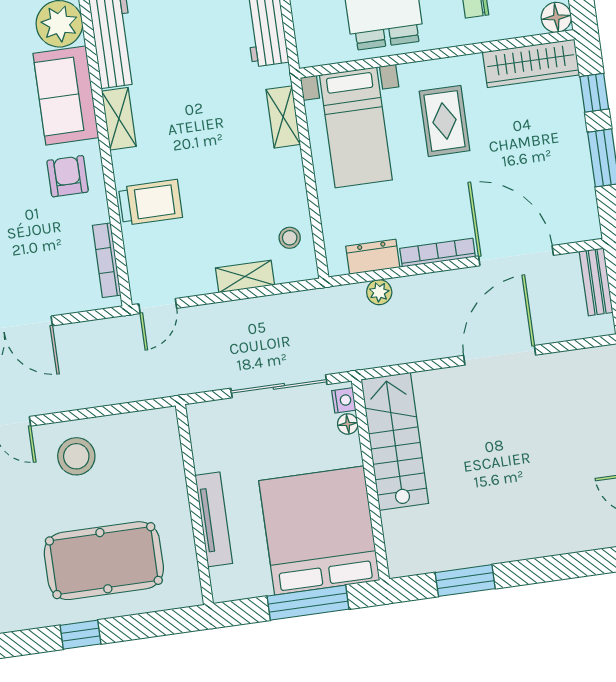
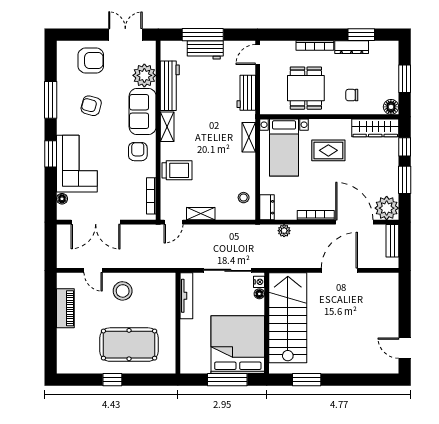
rug: (445, 121) -> (328, 150), turned 90
plant: (576, 219) -> (387, 208), added
dresser: (373, 257) -> (267, 207), moved, turned 90
shelving: (245, 276) -> (201, 214), moved
stairs: (395, 441) -> (288, 318), width x1.36, depth x1.51
tv unit: (214, 519) -> (186, 296), moved

